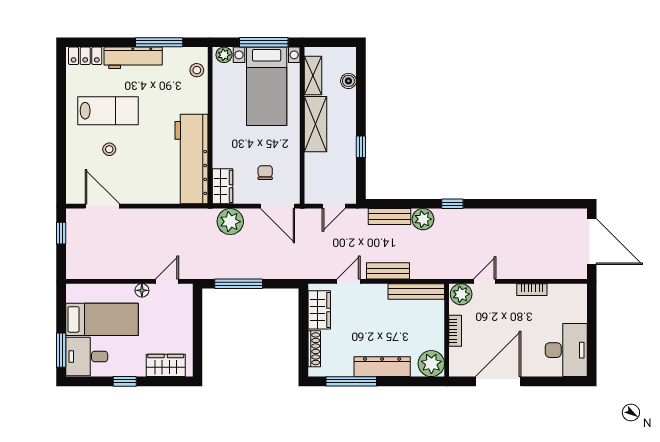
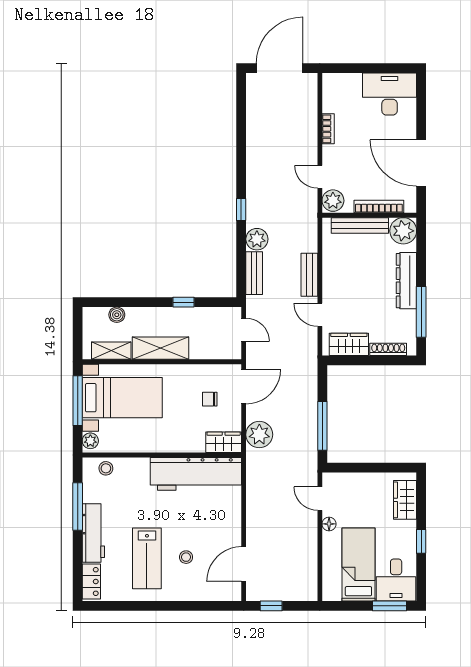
lab bench: (108, 111) -> (147, 558), turned 180
bench: (416, 291) -> (360, 225), moved, turned 90
bookcase: (455, 331) -> (379, 207), width x1.56

